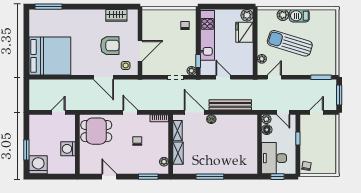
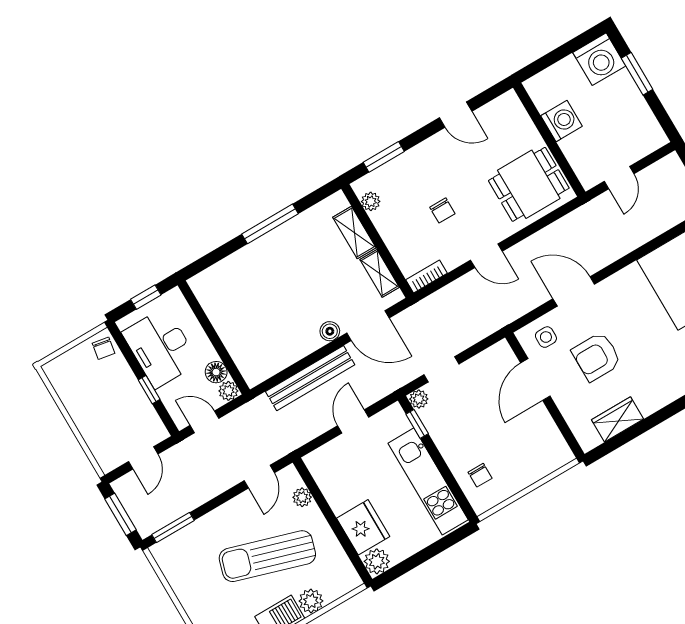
sun lounger: (290, 43) -> (267, 556), turned 180
door: (223, 77) -> (353, 421), swing flipped
desk: (274, 158) -> (160, 348), moved, turned 180

